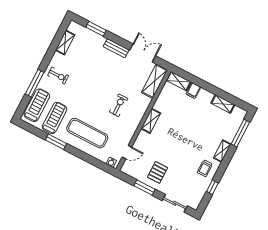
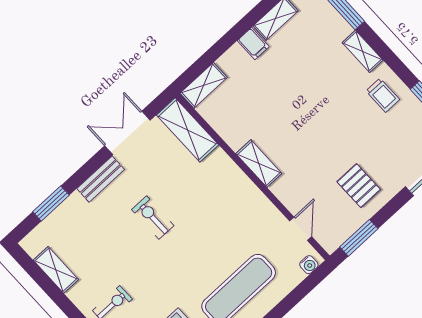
filing cabinet: (193, 90) -> (253, 44), moved
exercise bike: (119, 105) -> (153, 218), moved
window: (145, 188) -> (359, 238), moved

